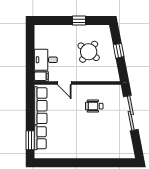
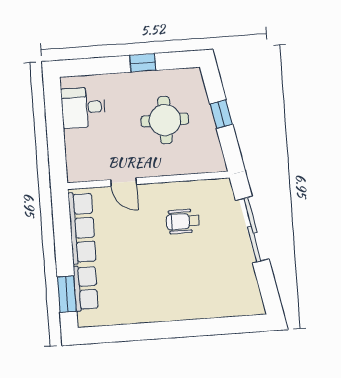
round table: (89, 52) -> (165, 120), turned -38
desk: (46, 60) -> (83, 108), moved
filing cabinet: (41, 76) -> (79, 173), removed

